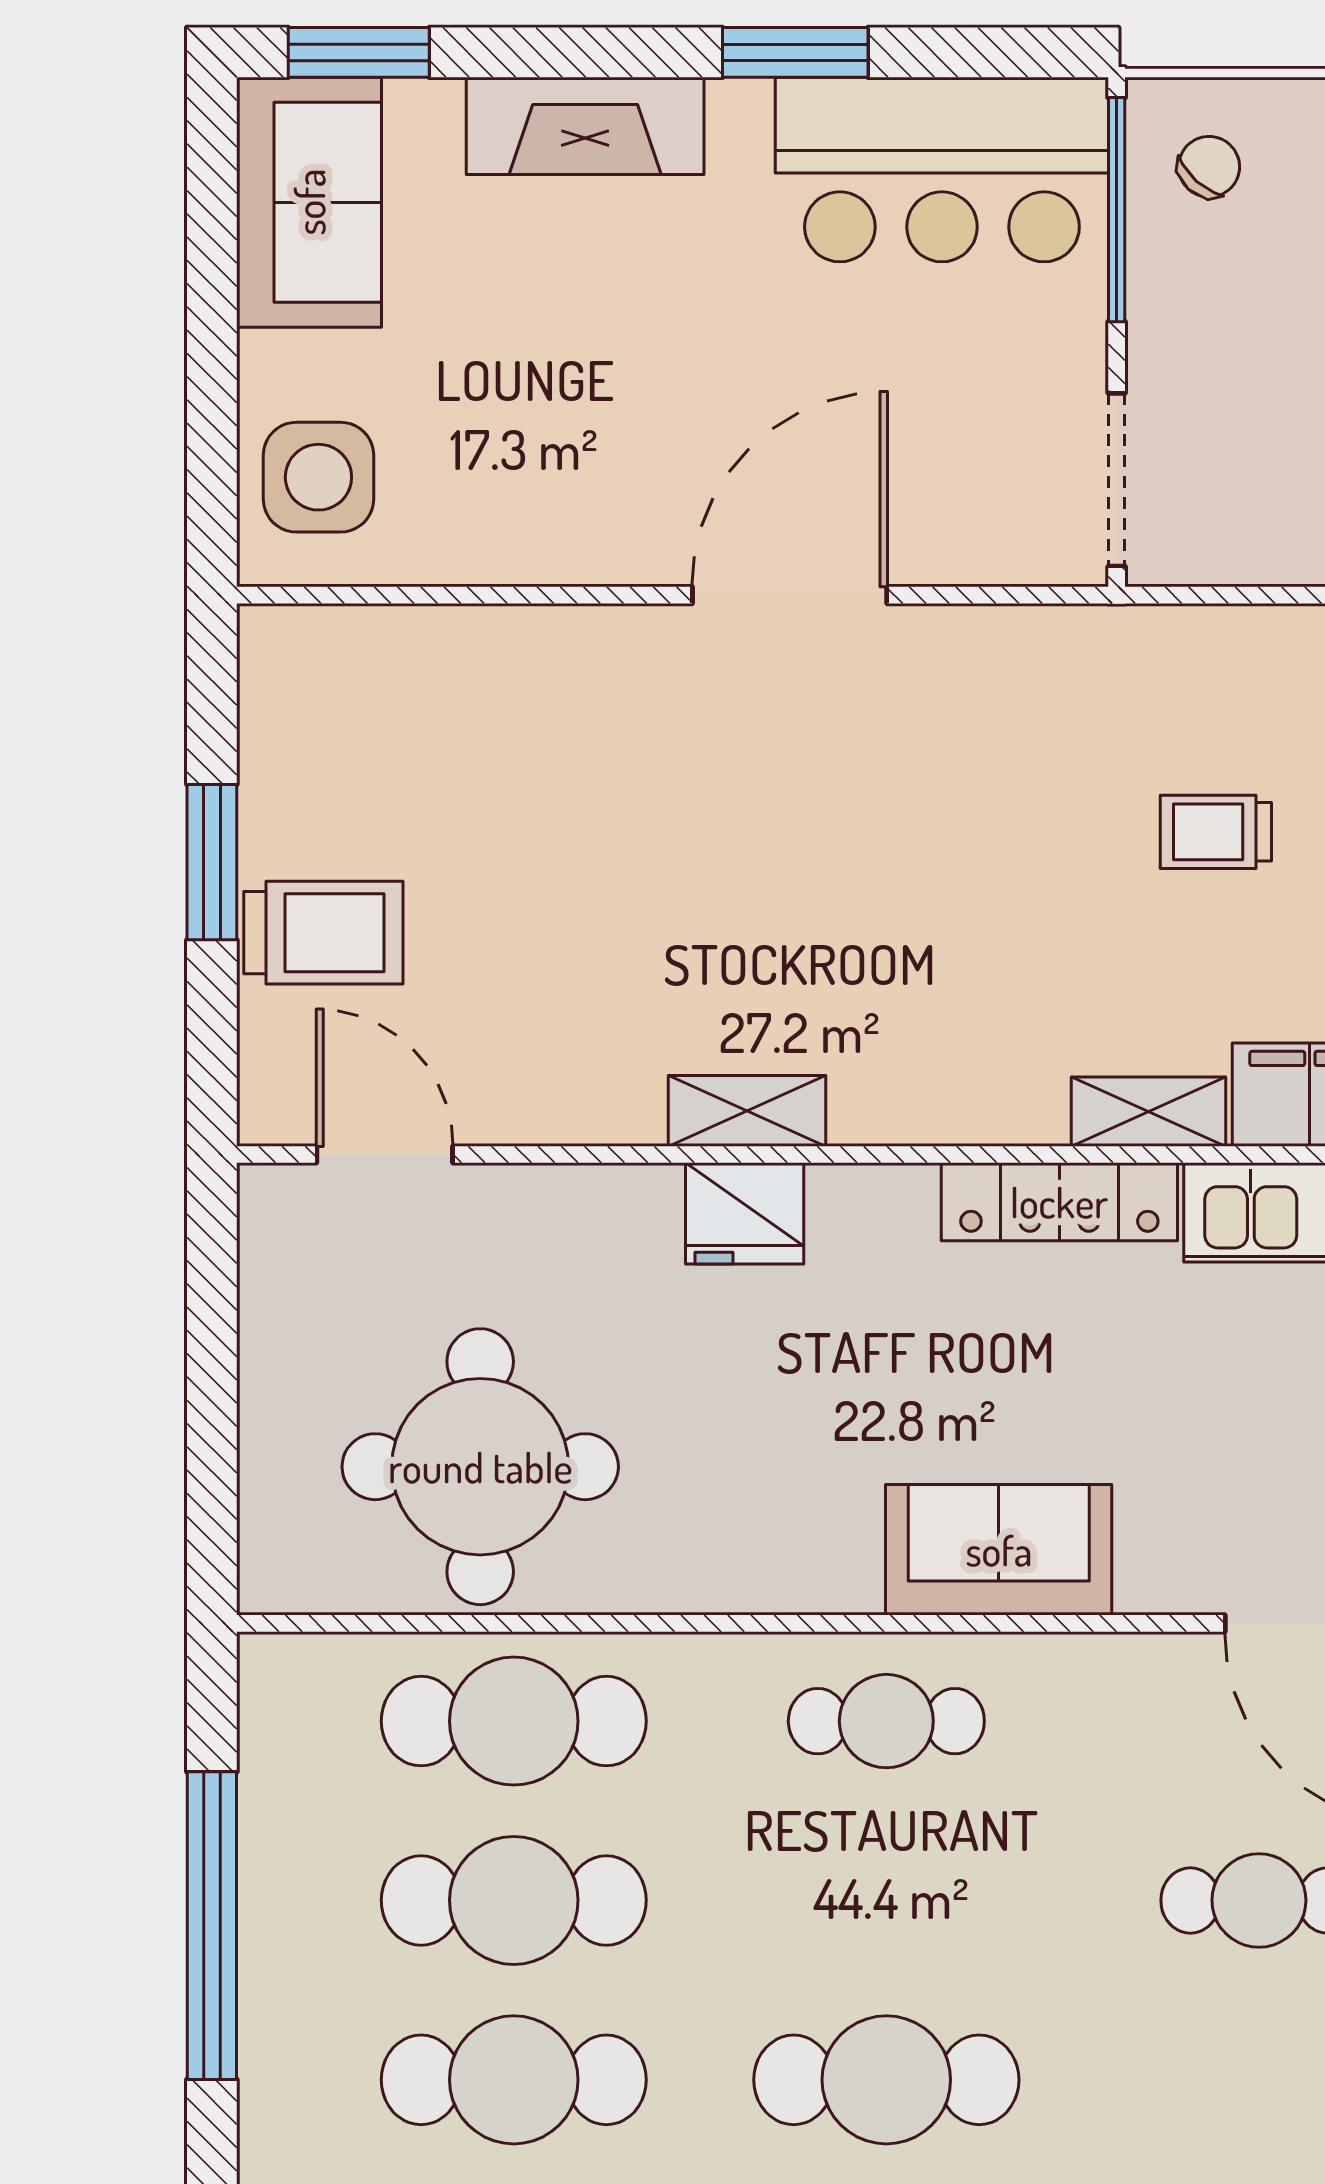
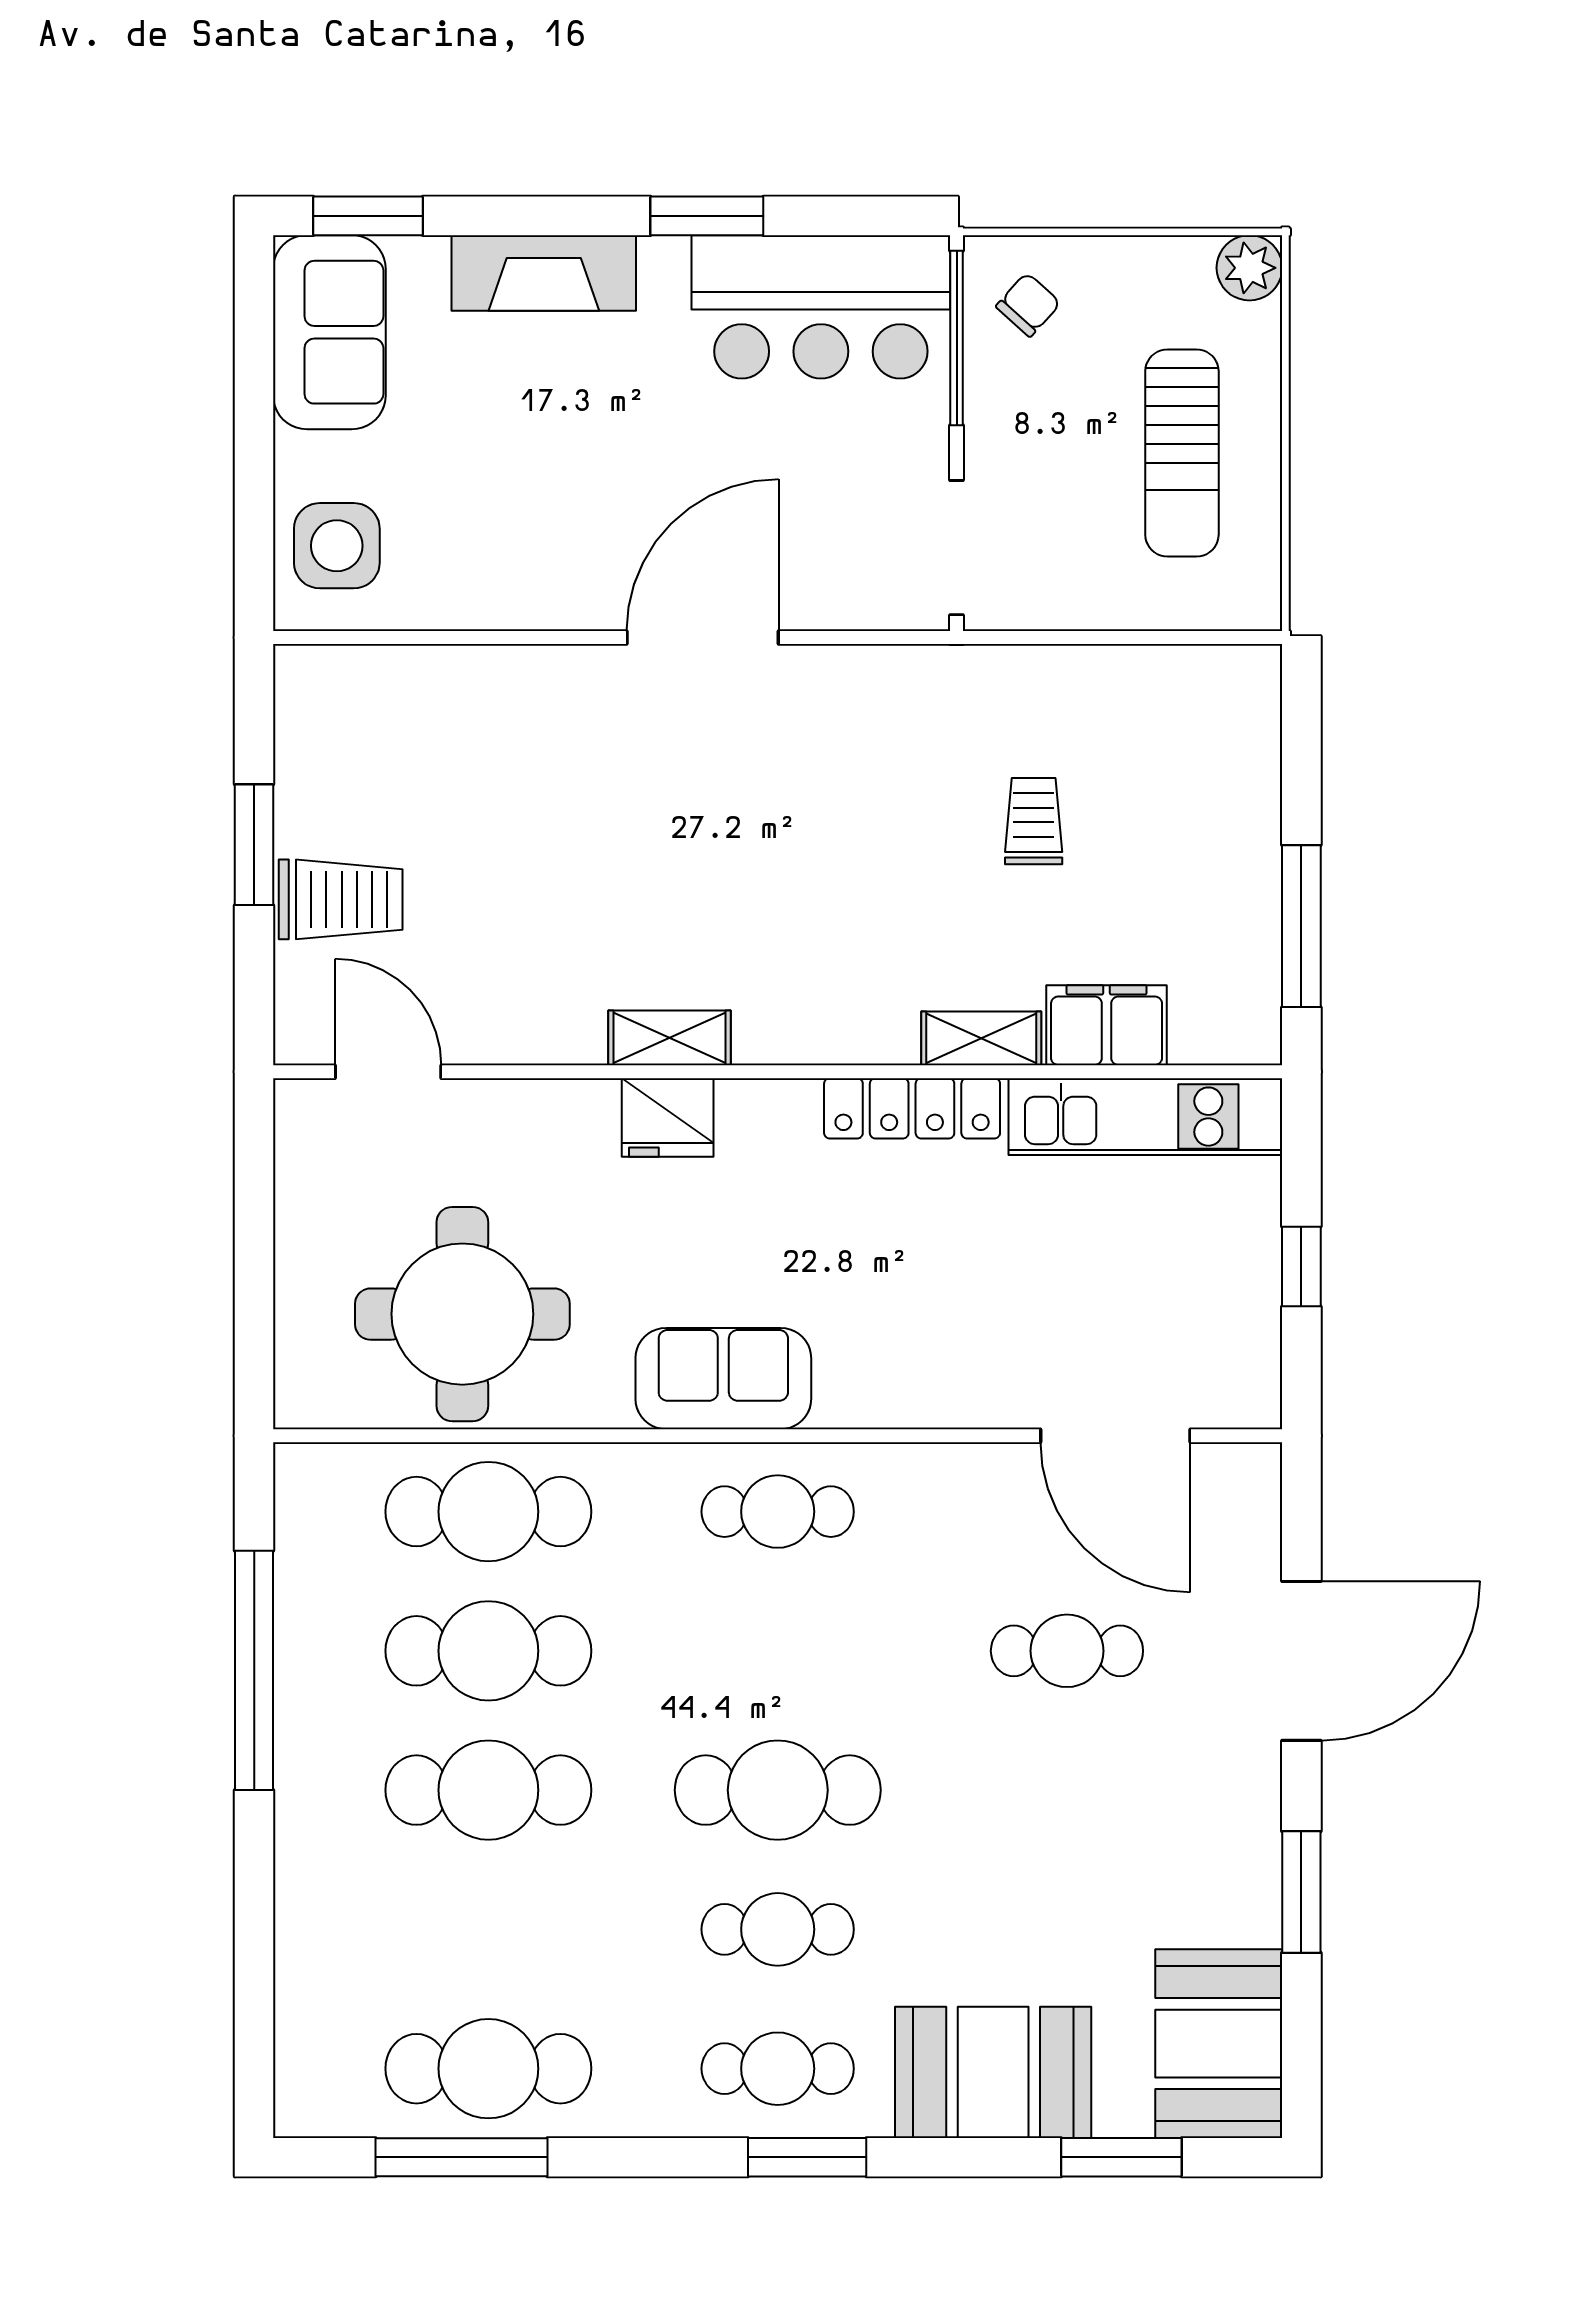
trolley: (1216, 832) -> (1034, 821), turned 90
sofa: (999, 1550) -> (723, 1379), moved

